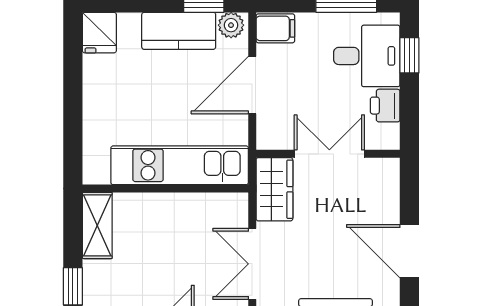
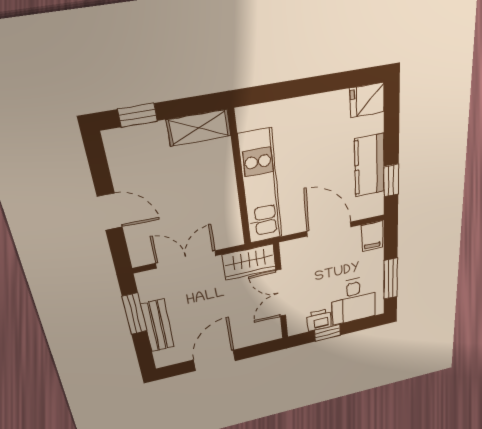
plant: (231, 25) -> (374, 204), removed
window: (409, 55) -> (327, 333), moved
double door: (329, 154) -> (281, 293), swing flipped

